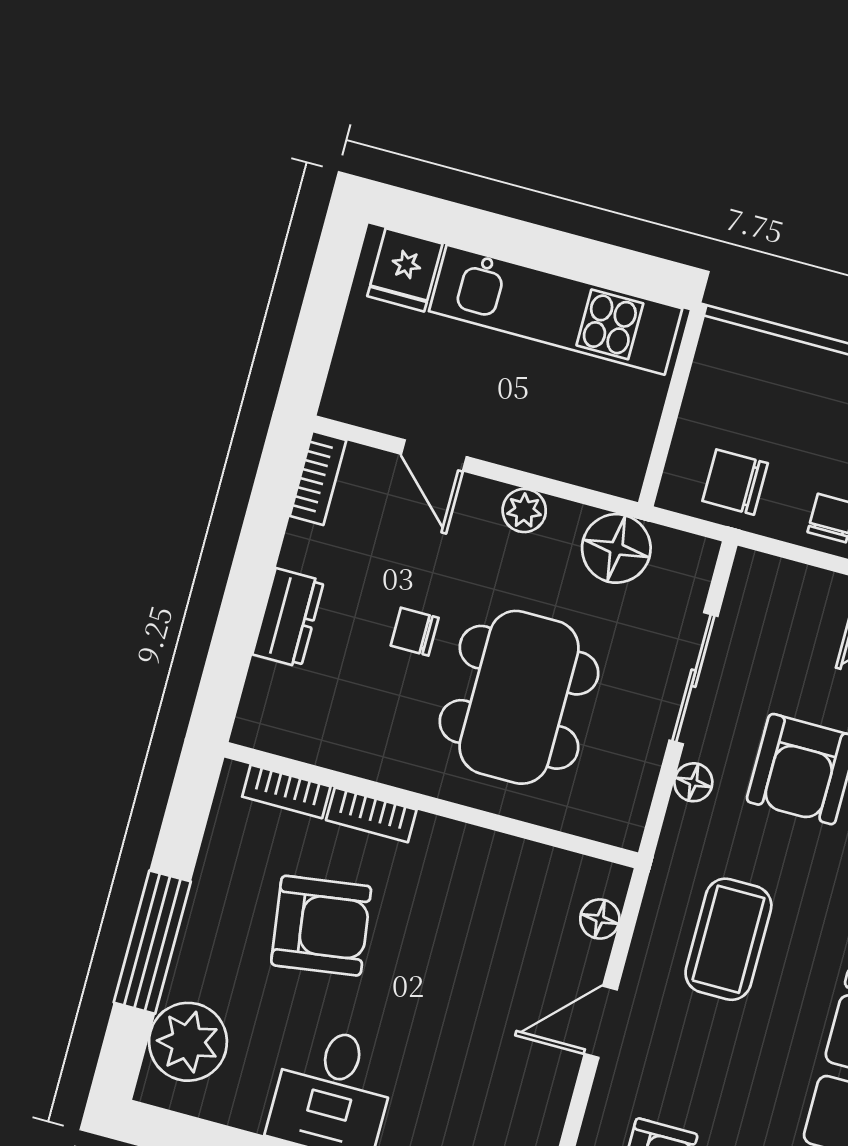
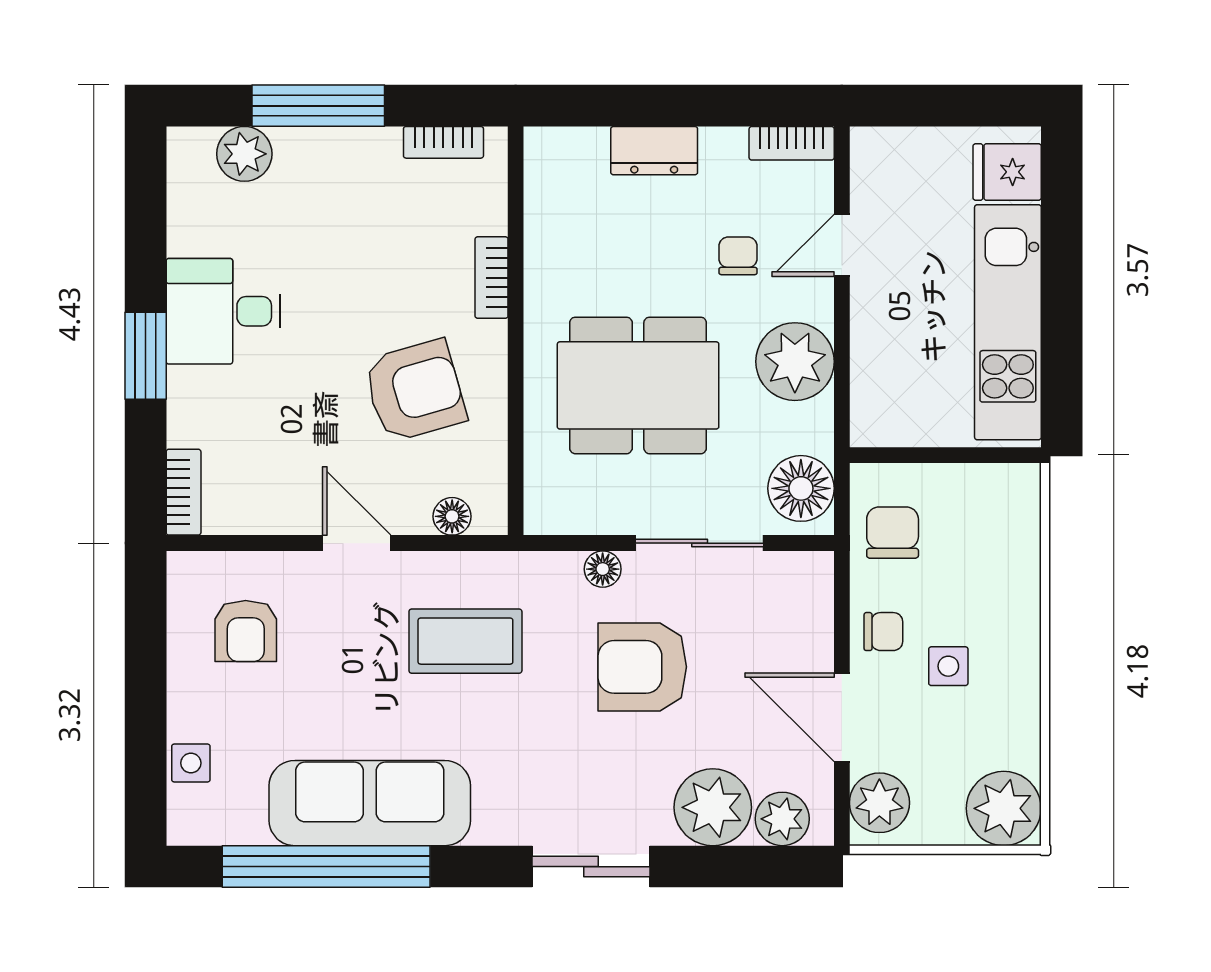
plant: (524, 510) -> (795, 362), width x1.88, depth x1.88
floor lamp: (616, 548) -> (801, 488), moved
chair: (415, 632) -> (738, 256), moved
bookcase: (286, 792) -> (443, 142), moved, turned -90
armchair: (321, 926) -> (415, 391), moved, turned -98
plant: (188, 1042) -> (244, 154), width x0.73, depth x0.73

